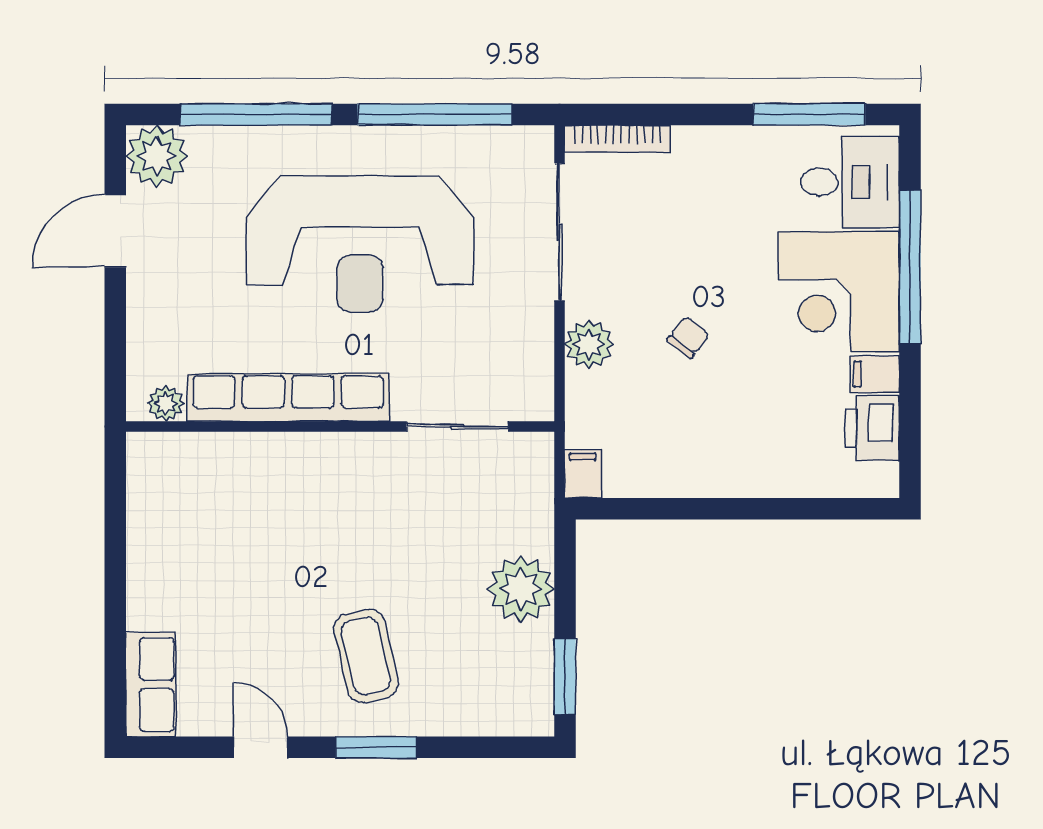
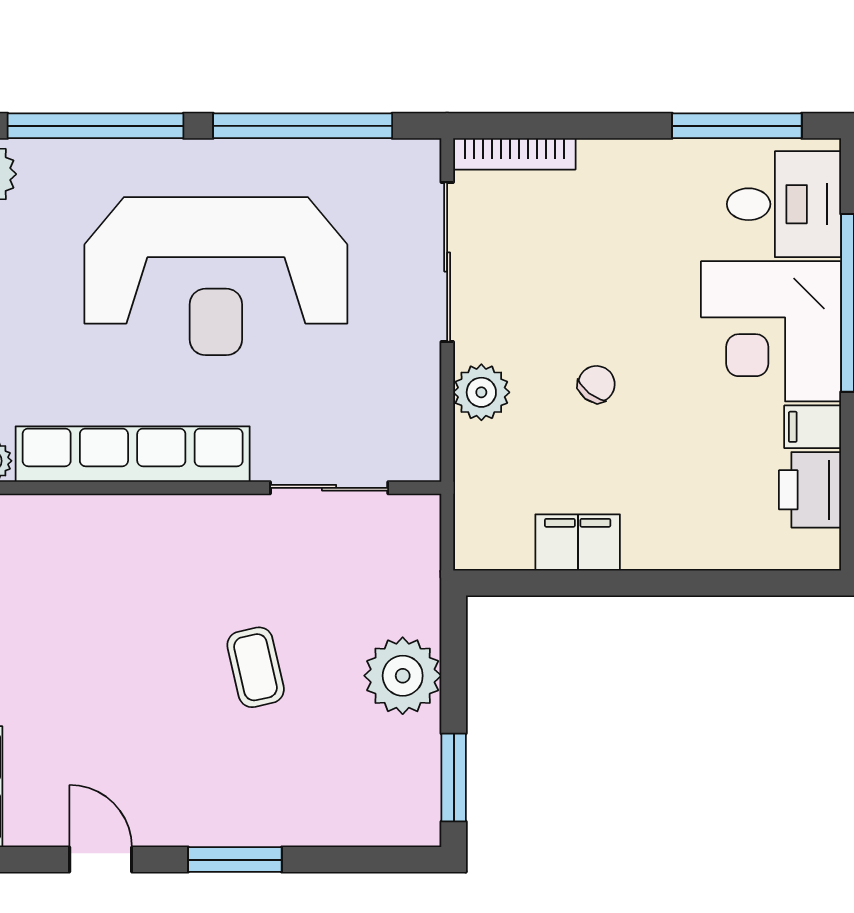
filing cabinet: (583, 474) -> (578, 543), moved, width x2.00
coffee table: (366, 656) -> (256, 667), moved, width x0.73, depth x0.77

